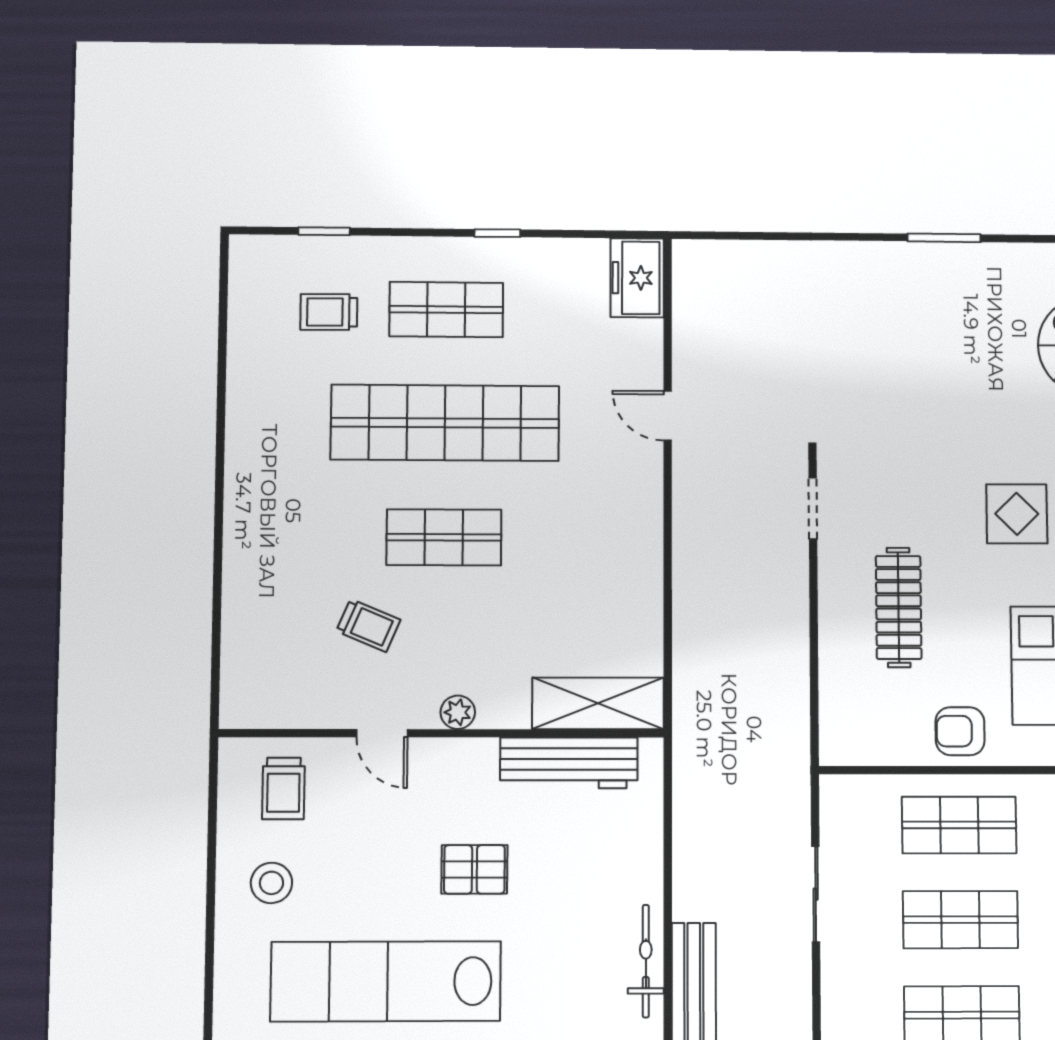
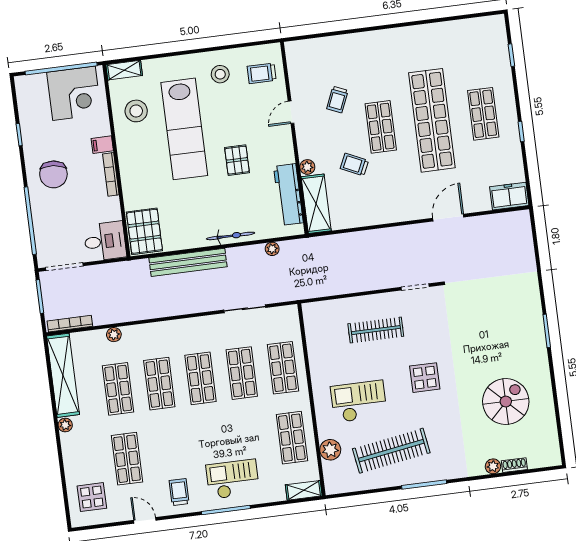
trolley: (329, 312) -> (354, 165), moved, turned -65
door: (668, 416) -> (448, 218), width x1.38
plant: (458, 712) -> (307, 167), moved
armchair: (960, 731) -> (324, 363), removed
plant: (687, 815) -> (272, 249), added
bicycle: (646, 961) -> (231, 236), moved
lab bench: (386, 981) -> (184, 129), turned 180

